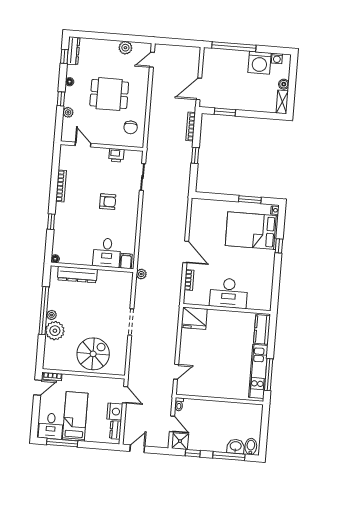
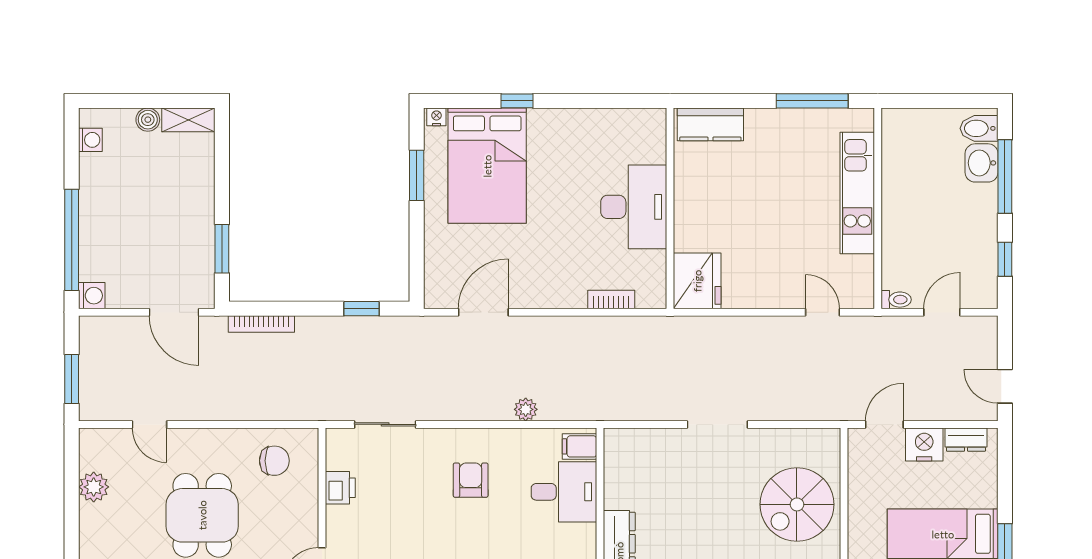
window: (173, 42) -> (72, 379), added
door: (152, 60) -> (149, 424), moved
washing machine: (260, 63) -> (92, 296), moved, width x0.53, depth x0.53
window: (195, 155) -> (362, 309), moved
armchair: (108, 202) -> (471, 480), moved
door: (186, 252) -> (483, 312), moved
plant: (141, 274) -> (526, 409), moved
spiral stairs: (93, 354) -> (797, 504), turned -90
kitchen unit: (258, 371) -> (857, 193), moved, turned 90
shower: (180, 441) -> (980, 291), removed

